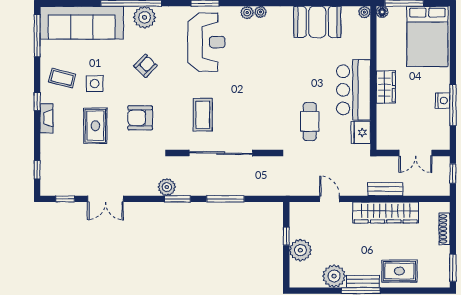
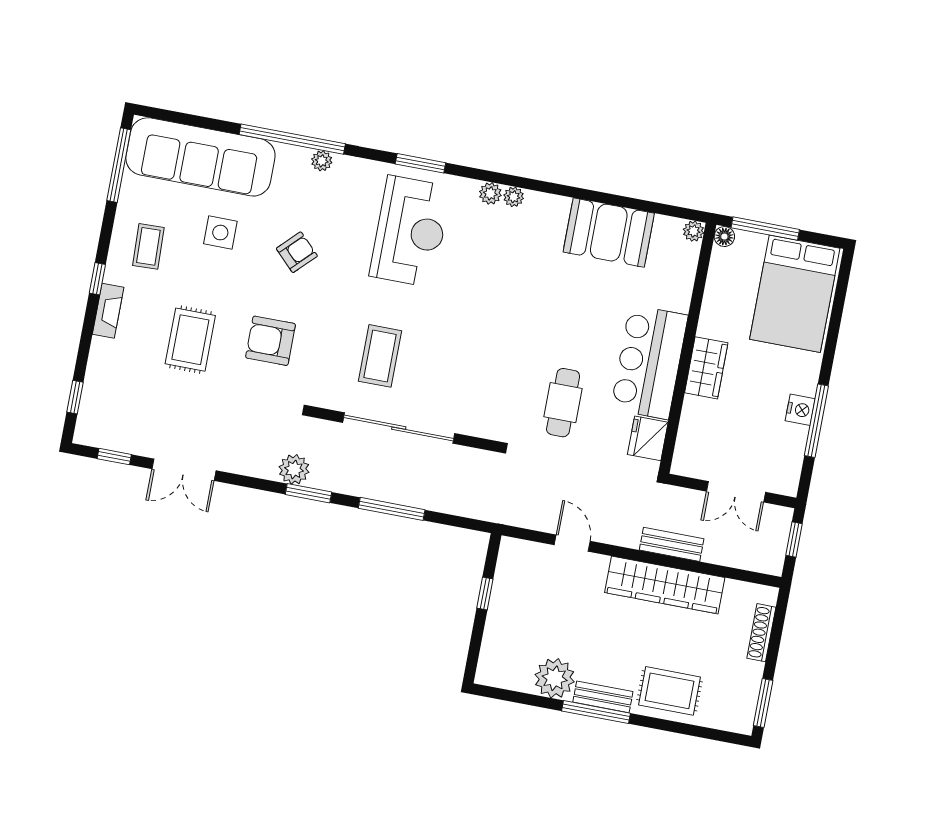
plant: (145, 17) -> (322, 161), width x0.53, depth x0.53
coffee table: (62, 78) -> (148, 246), turned 74
side table: (95, 84) -> (220, 233), moved
plant: (300, 250) -> (505, 622), removed

